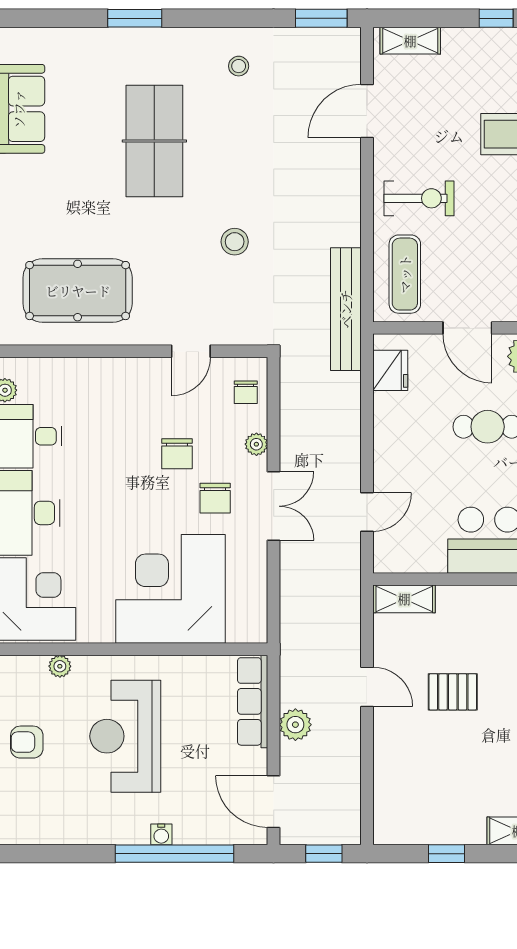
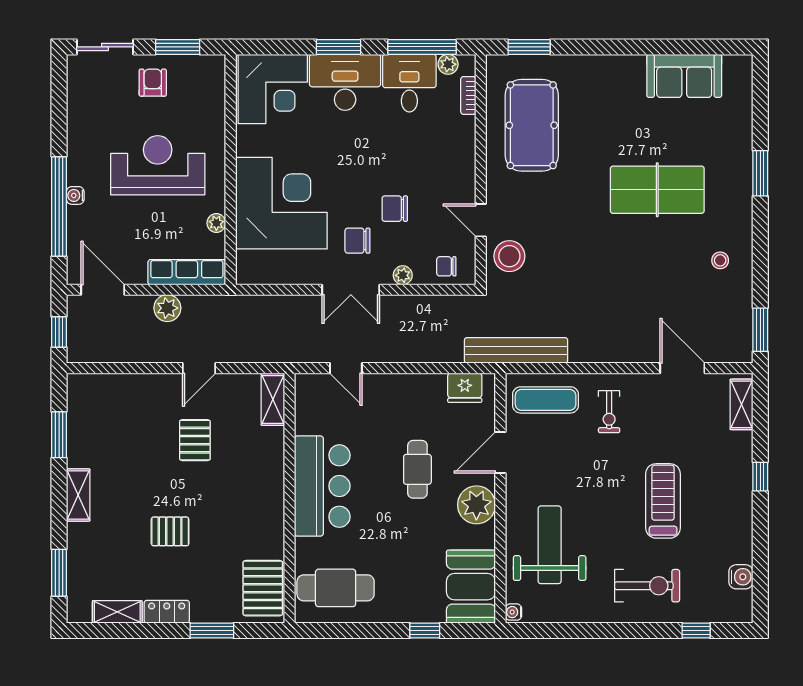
exercise bike: (419, 198) -> (609, 412), width x0.73, depth x0.72
stool: (235, 242) -> (509, 256), moved, width x1.38, depth x1.38
bookcase: (42, 366) -> (468, 95), added
plant: (60, 666) -> (216, 223), moved
door: (274, 802) -> (103, 290), hinge flipped
window: (446, 854) -> (59, 435), width x1.50

